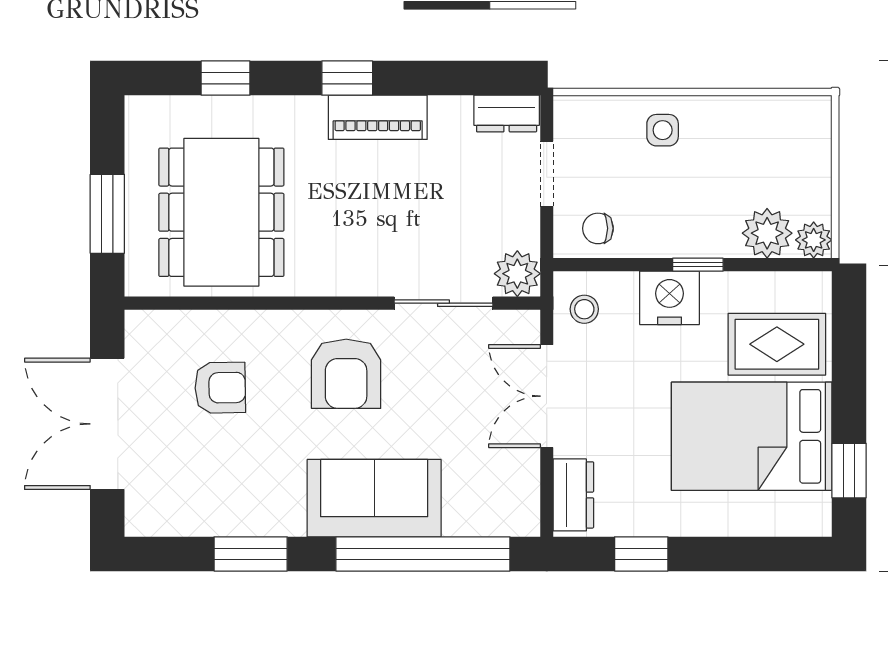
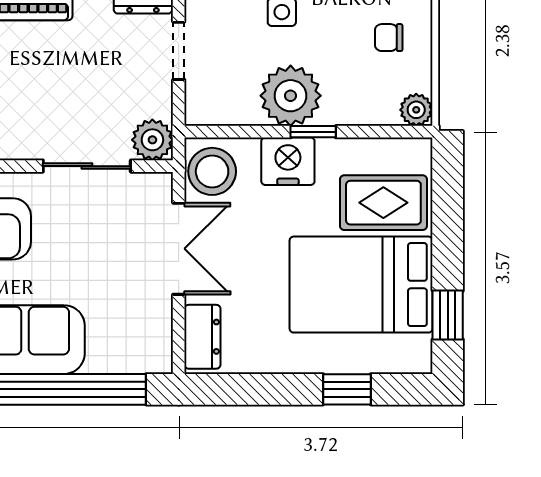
chair: (598, 228) -> (389, 38), moved
plant: (767, 233) -> (291, 96), moved, width x1.36, depth x1.36
stool: (584, 309) -> (212, 171), width x1.89, depth x1.89
double door: (547, 396) -> (179, 249), swing flipped
window: (641, 554) -> (347, 389), moved

